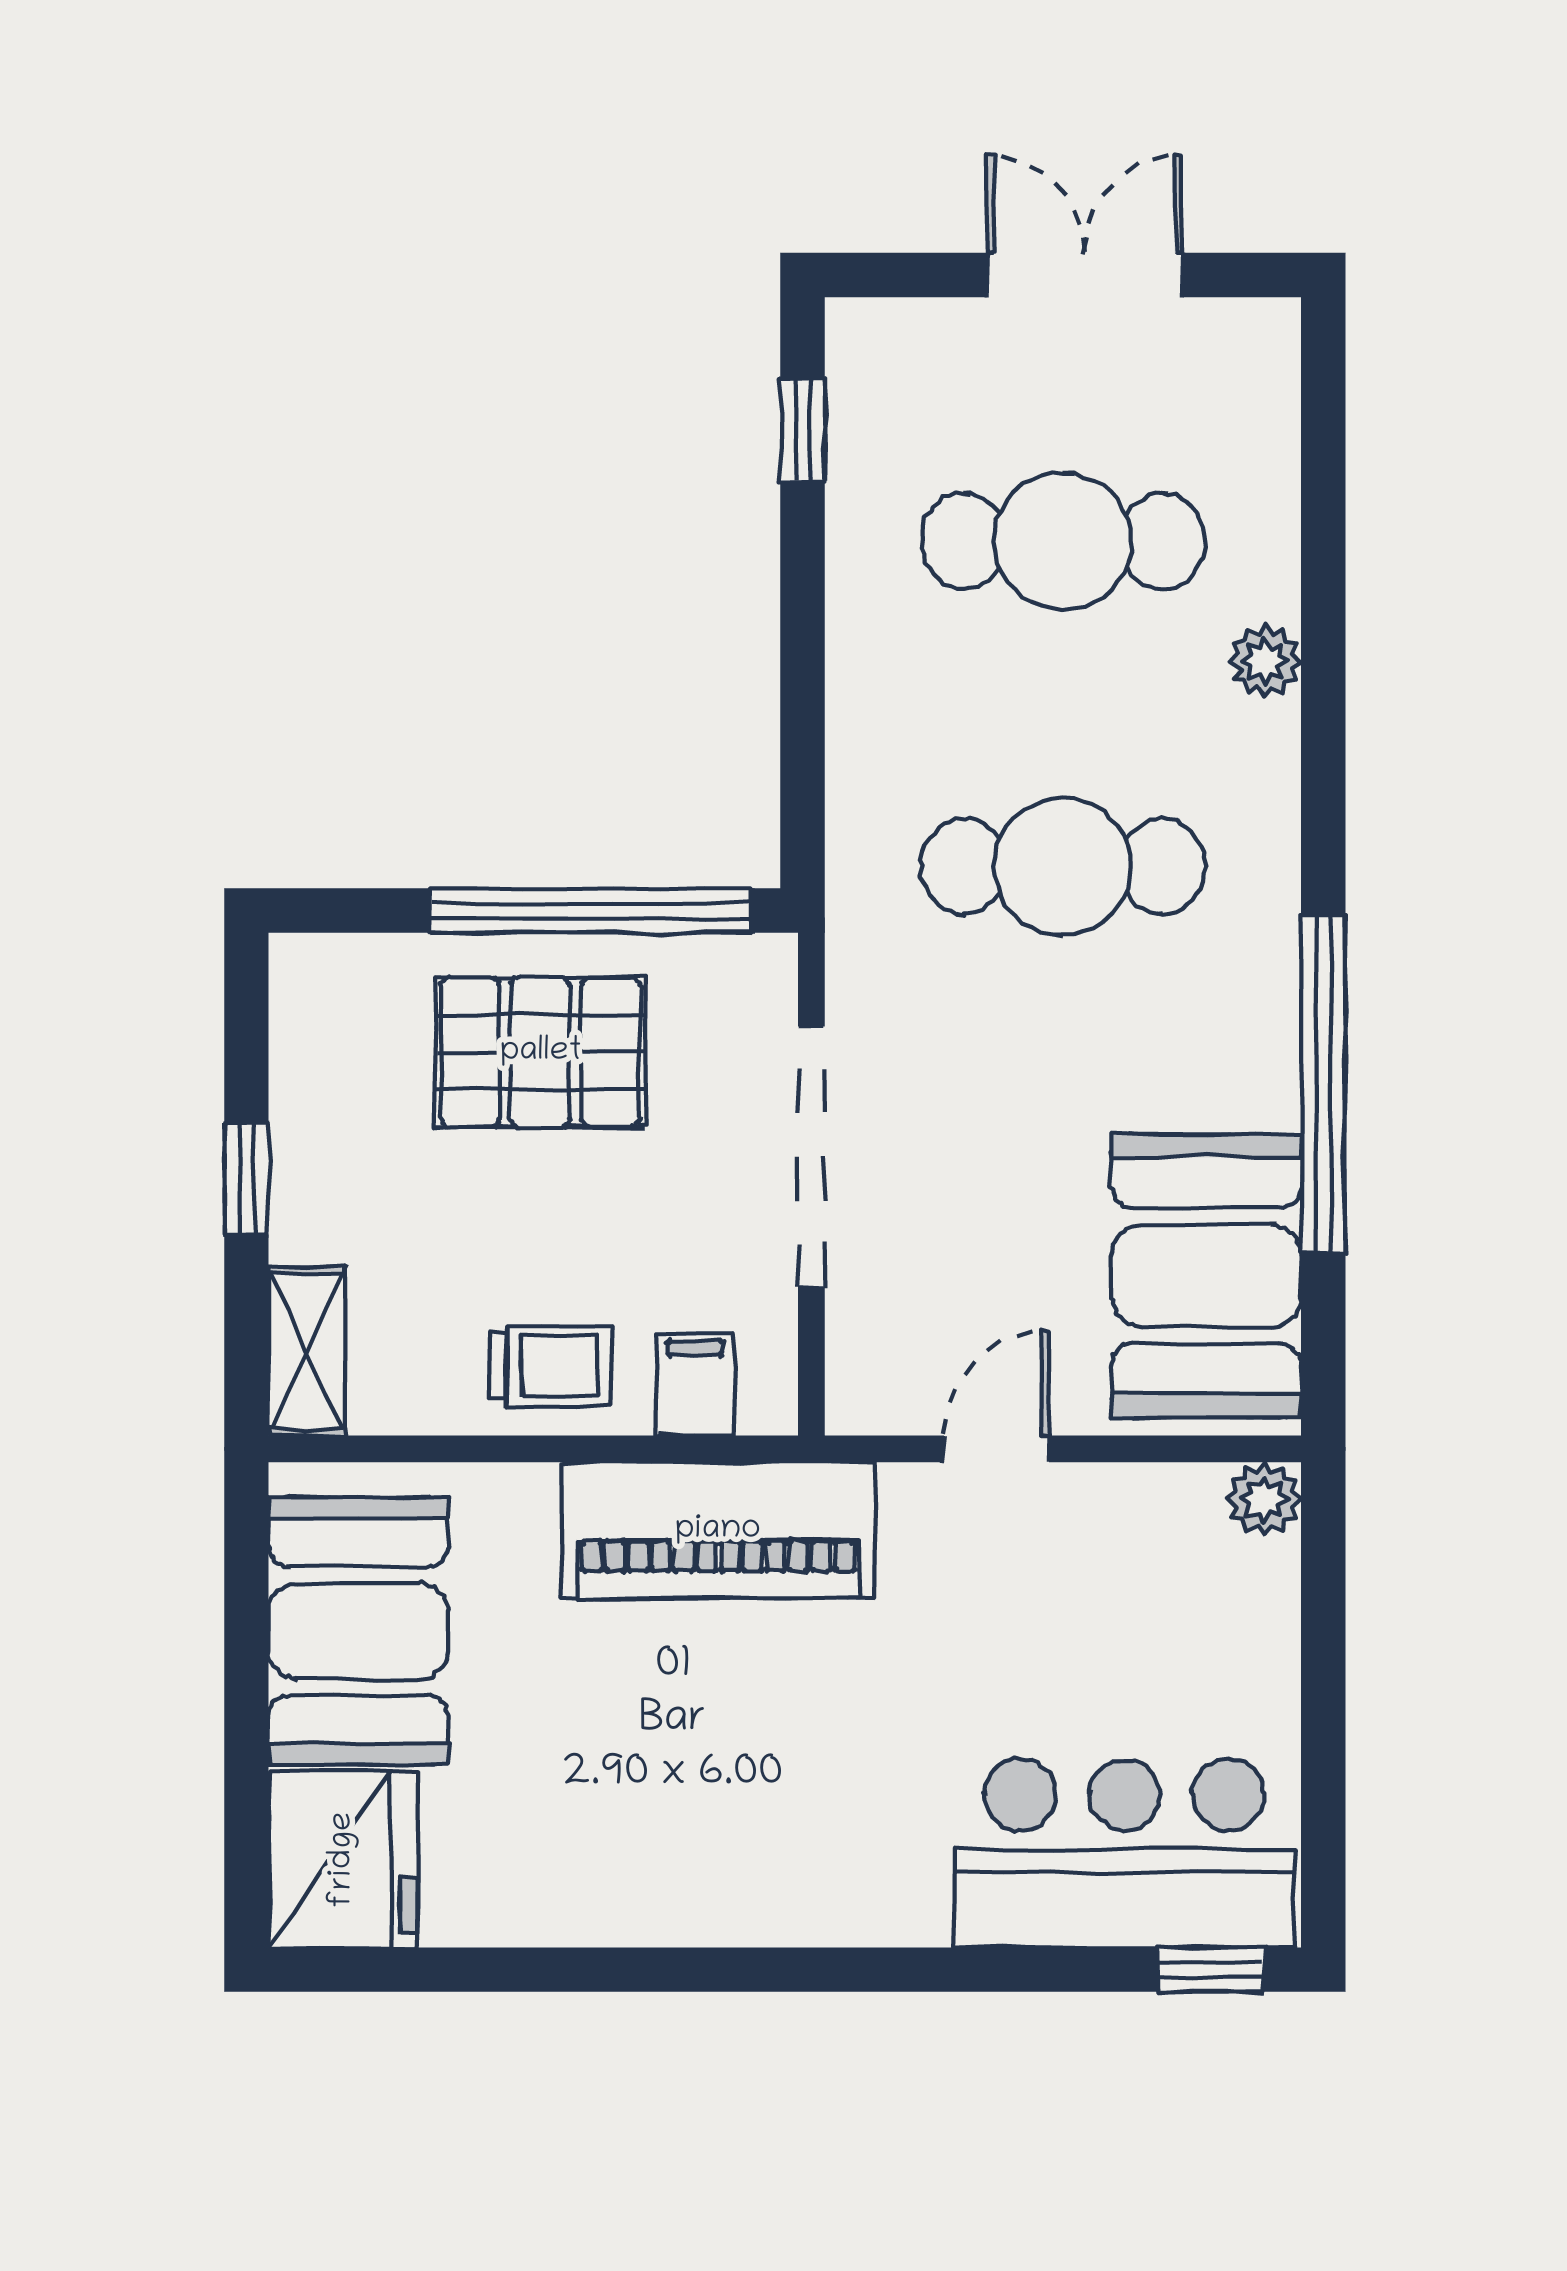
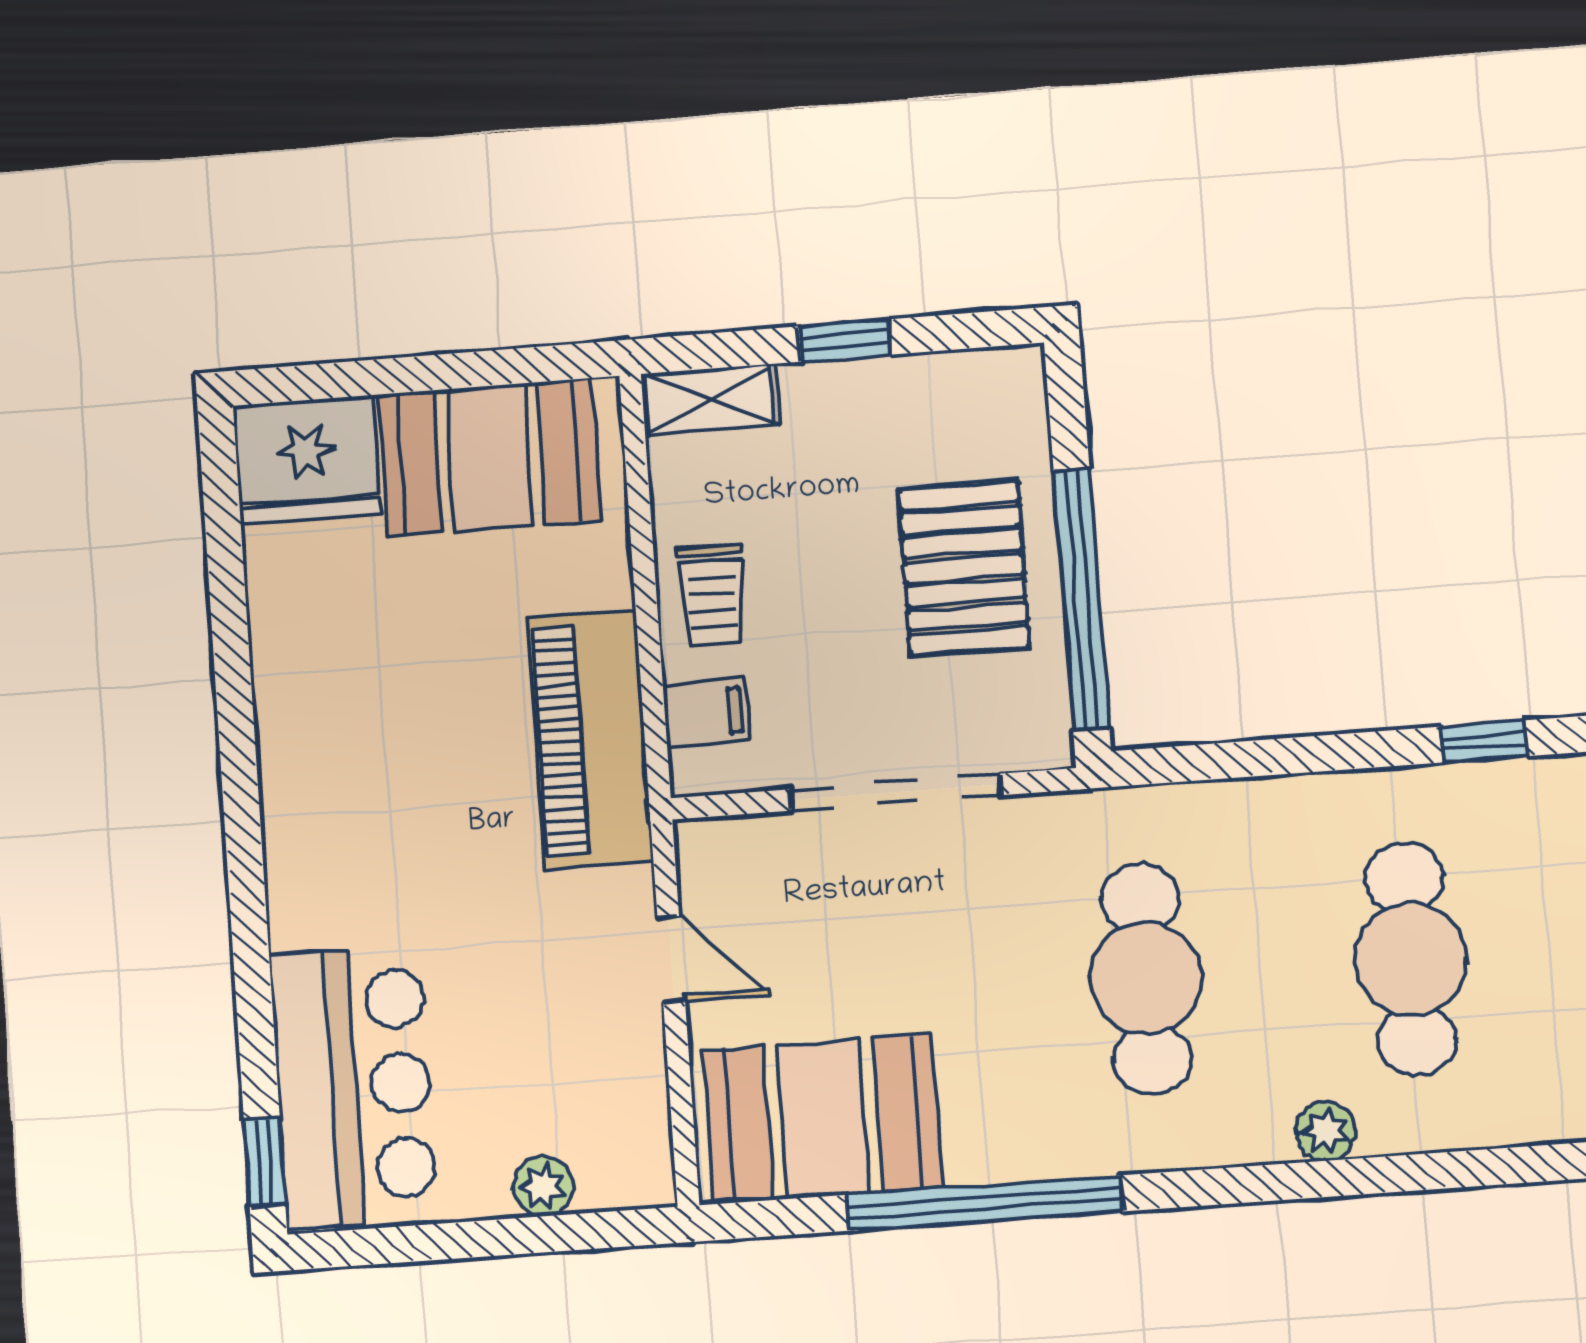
plant: (1264, 1499) -> (543, 1186), moved

